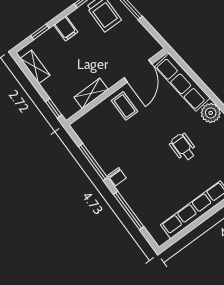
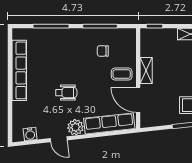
shelving: (91, 93) -> (146, 70), moved
chair: (117, 177) -> (103, 51), moved

